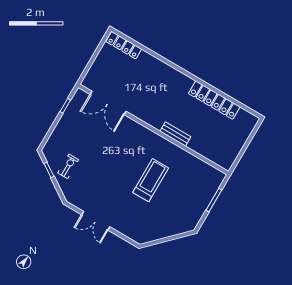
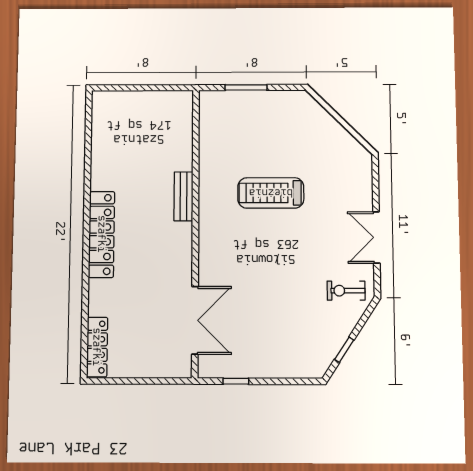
locker: (214, 100) -> (102, 234), moved
exercise bike: (68, 166) -> (346, 291), moved
double door: (96, 221) -> (376, 237), swing flipped

